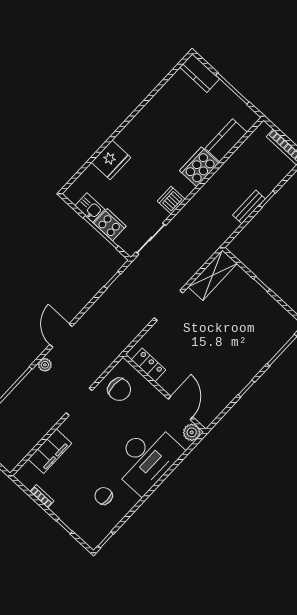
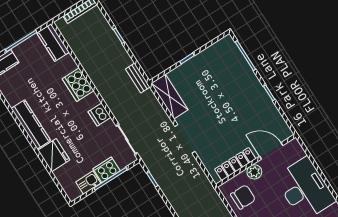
kitchen counter: (139, 124) -> (31, 124), added
kitchen counter: (226, 140) -> (53, 43), moved
bench: (249, 207) -> (138, 78), moved
locker: (148, 365) -> (235, 164), width x1.53
plant: (192, 432) -> (254, 172), moved

